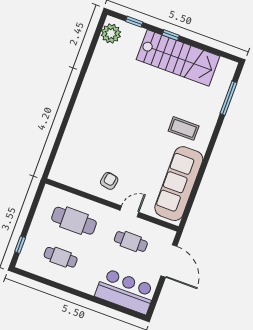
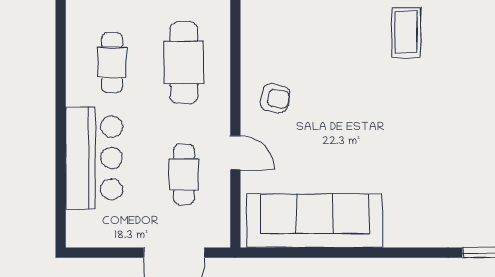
coffee table: (184, 128) -> (406, 32), moved
bar counter: (125, 291) -> (94, 158), moved

